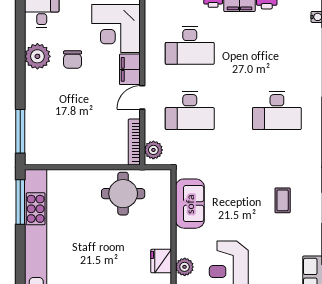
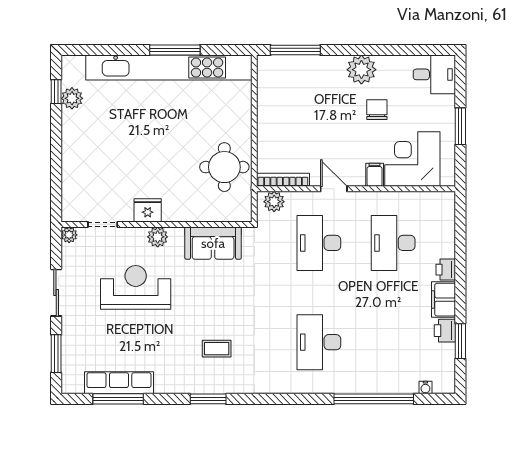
plant: (37, 56) -> (361, 70), moved
chair: (73, 60) -> (377, 110), turned 90
filing cabinet: (130, 69) -> (375, 175), width x0.50
window: (20, 202) -> (175, 50), moved
plant: (185, 267) -> (158, 237), moved

